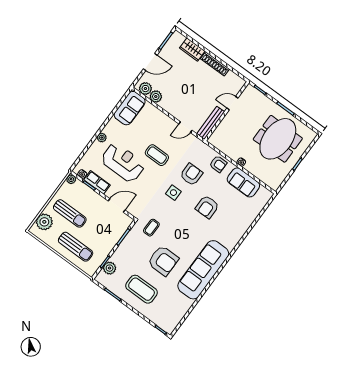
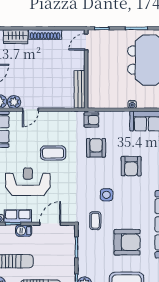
door: (232, 103) -> (86, 42), moved
door: (185, 127) -> (30, 110), moved
armchair: (218, 164) -> (91, 120), moved
side table: (173, 193) -> (106, 195), moved
barbecue: (93, 196) -> (24, 231), added

